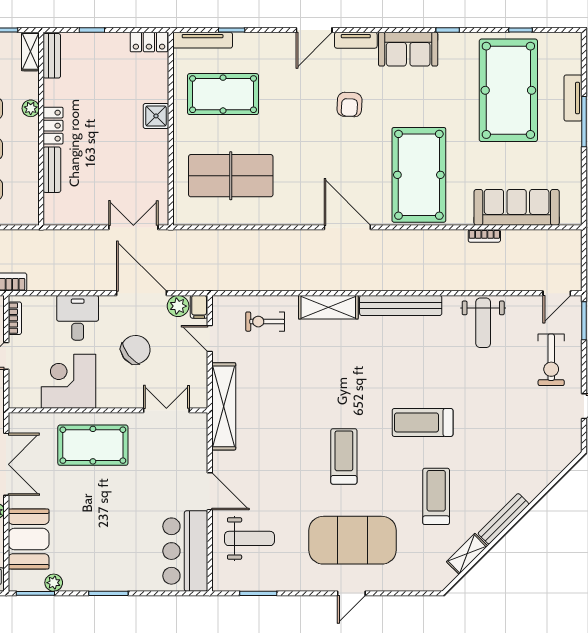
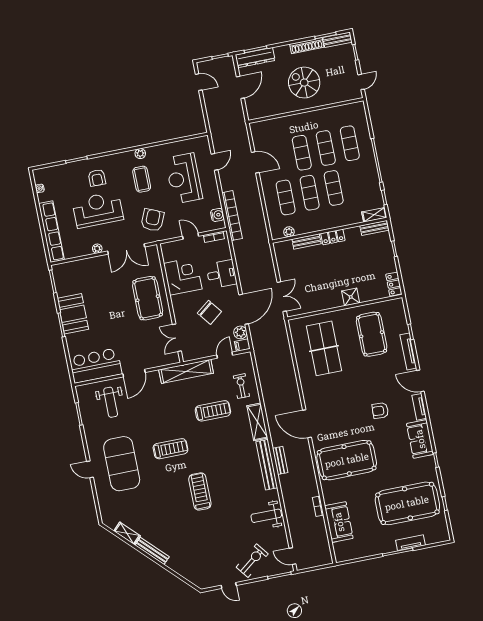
tv unit: (203, 40) -> (408, 351), moved
plant: (31, 108) -> (289, 232), moved
sofa: (517, 207) -> (339, 522), width x0.73
door: (347, 227) -> (307, 424), swing flipped
bench: (398, 283) -> (280, 460), added
exercise bike: (551, 360) -> (252, 561), turned 142
double door: (166, 410) -> (177, 338), swing flipped
treadmill: (436, 496) -> (213, 411), moved
booth: (29, 539) -> (73, 314), moved, turned 90
plant: (54, 583) -> (61, 291), removed

